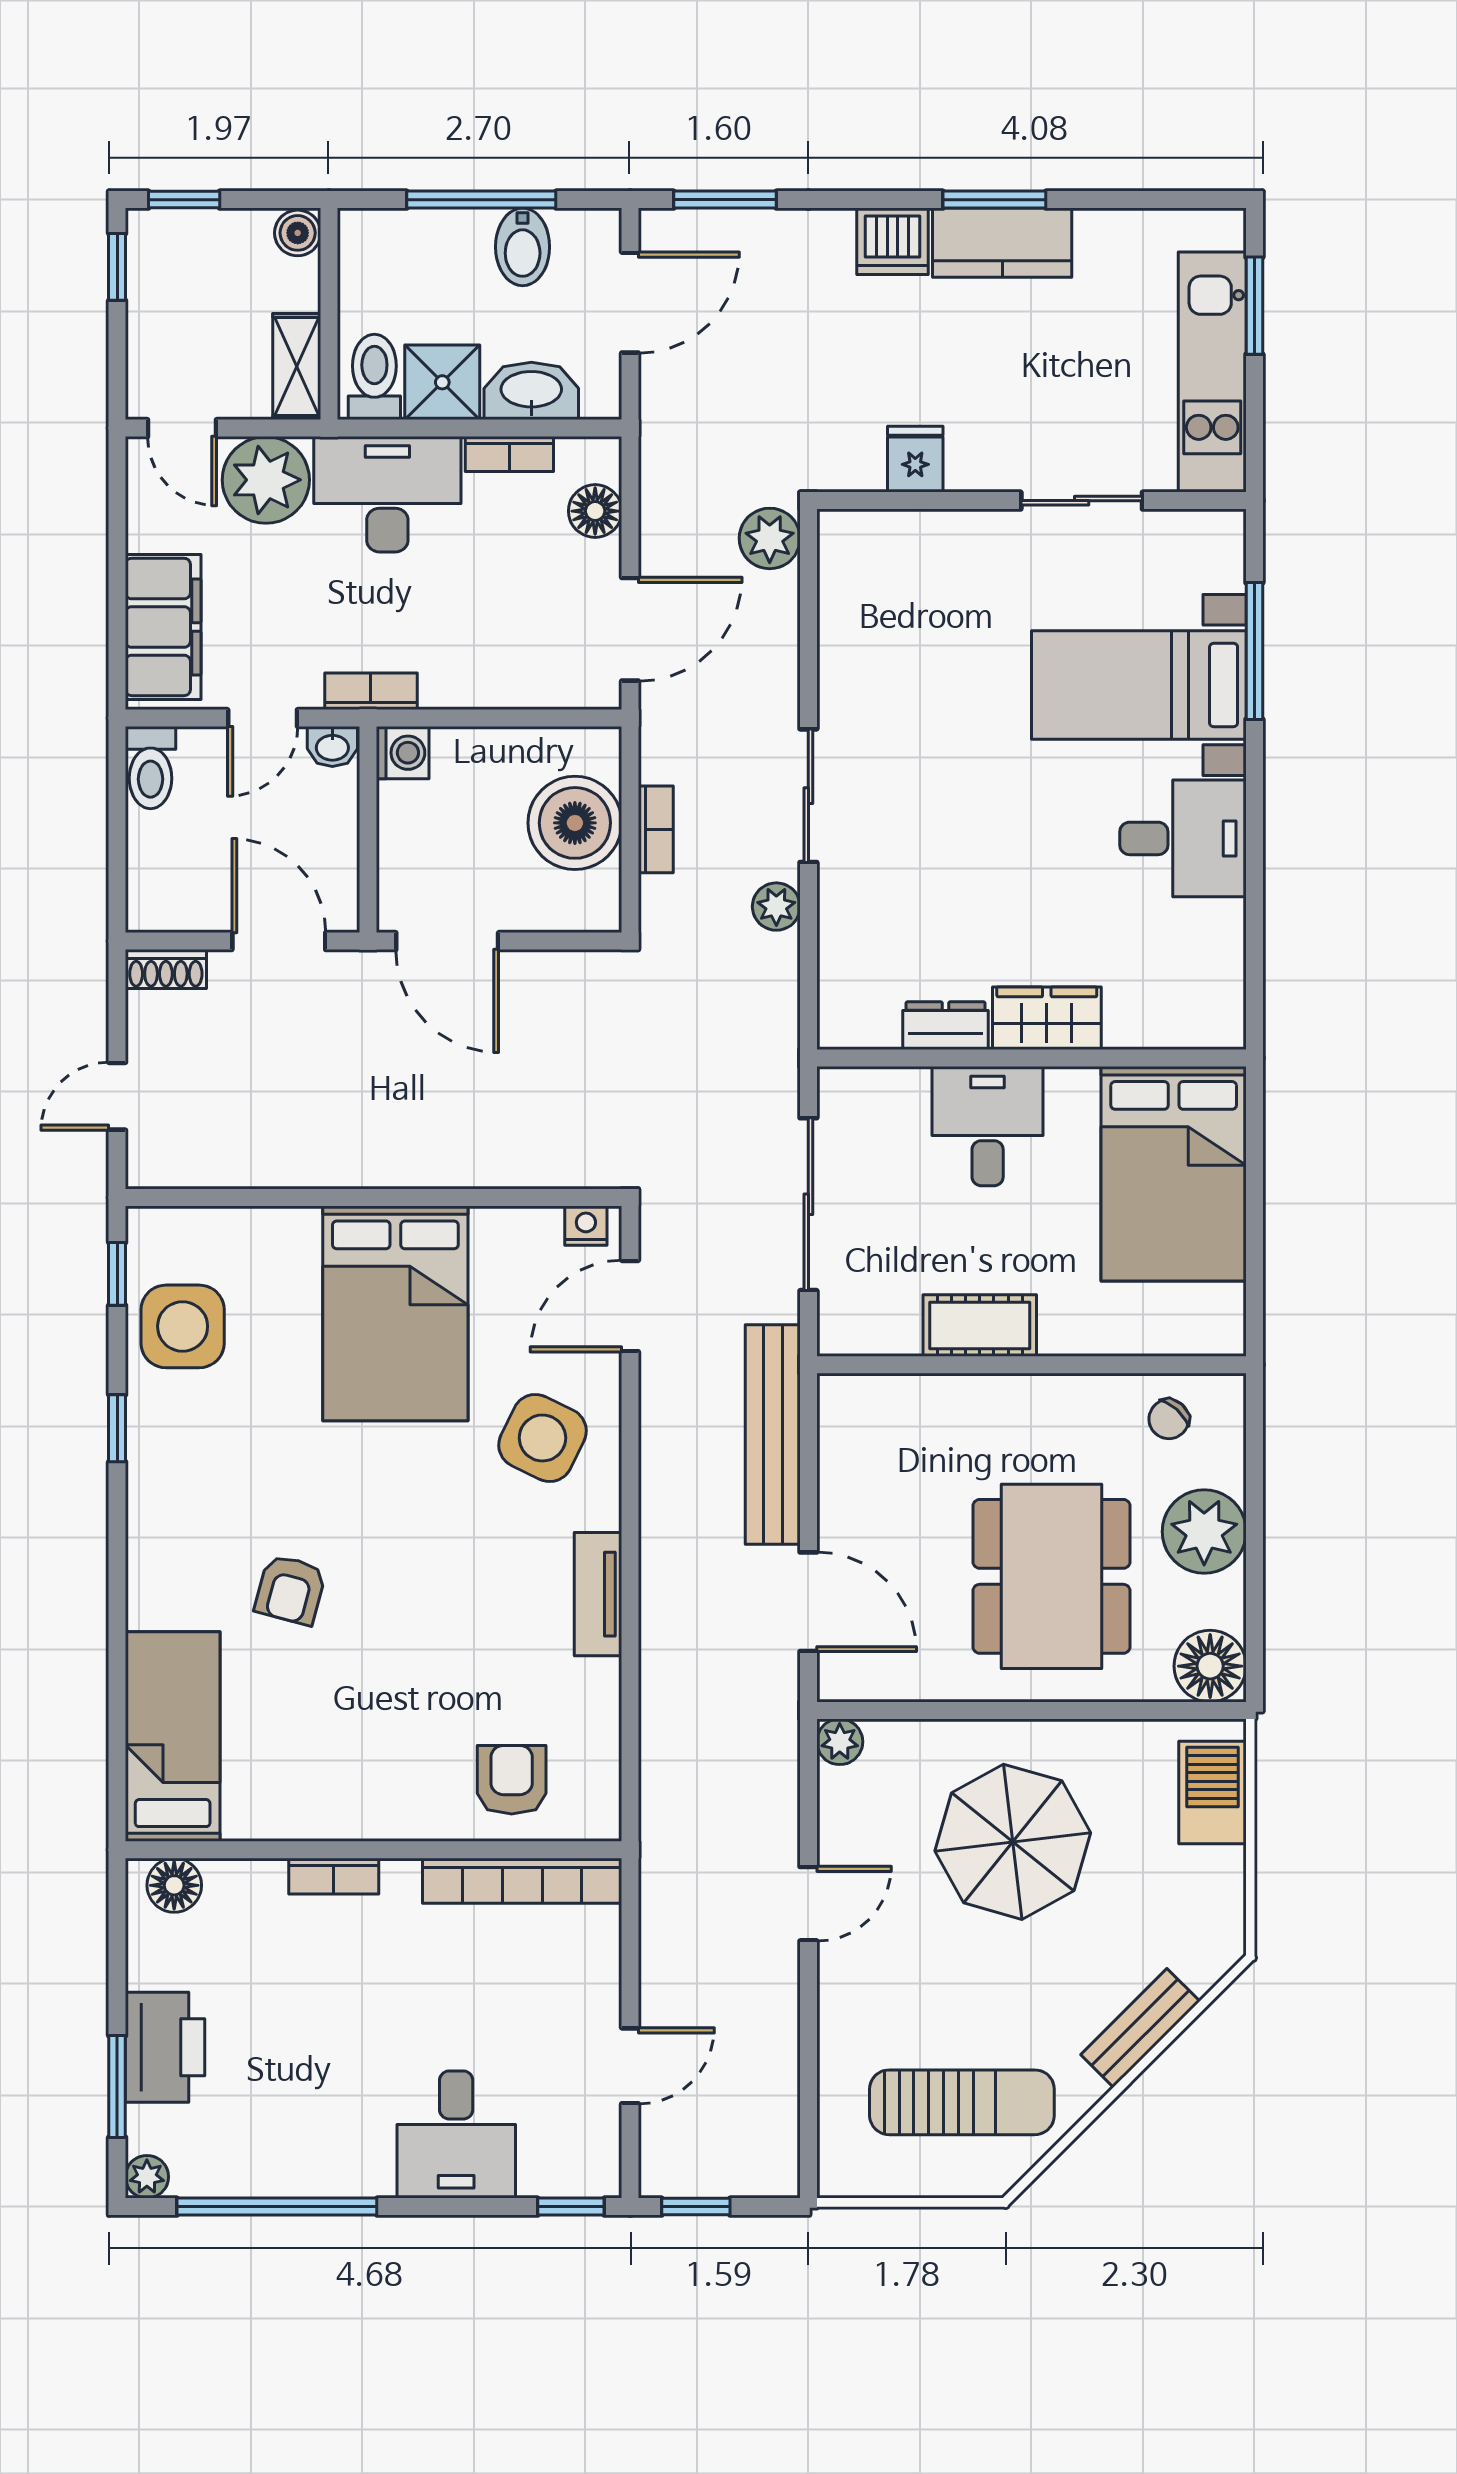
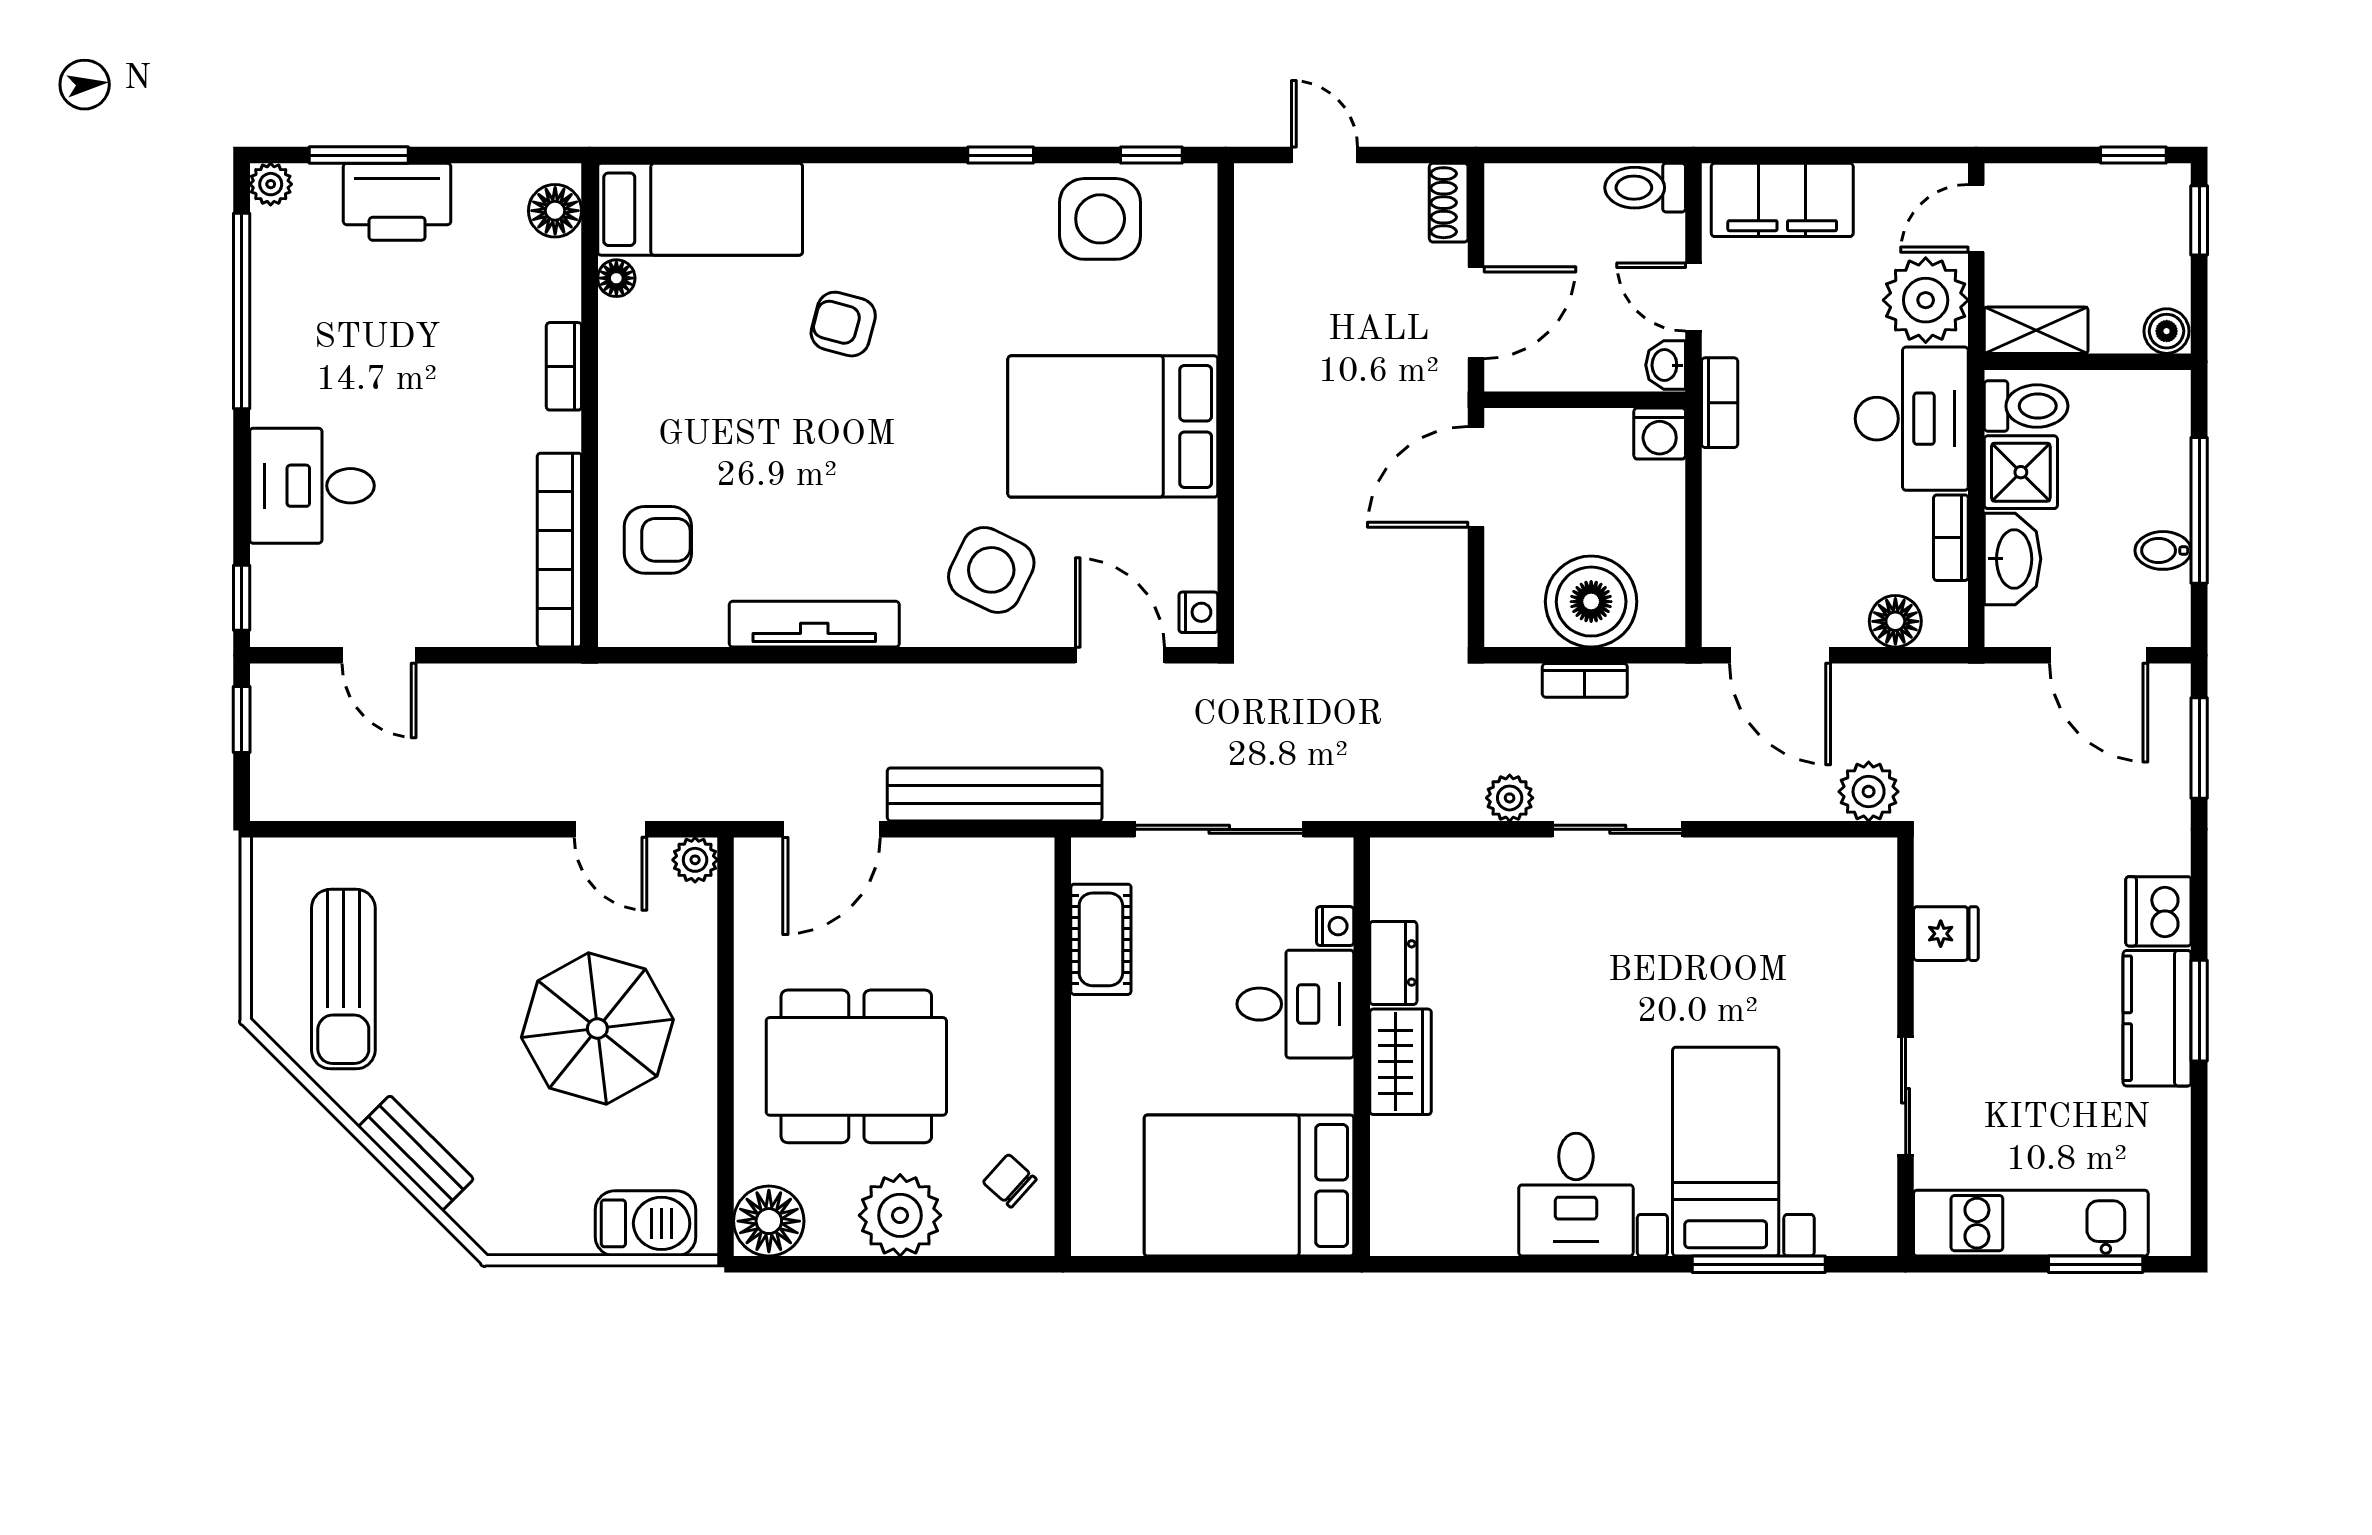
bidet: (523, 247) -> (2163, 550), width x0.72, depth x0.74
nightstand: (908, 1085) -> (1335, 926), added
cot: (980, 1326) -> (1101, 939), moved
tv unit: (598, 1594) -> (814, 624), width x1.41
floor lamp: (243, 1822) -> (616, 278), added
door: (808, 1904) -> (610, 829), moved

